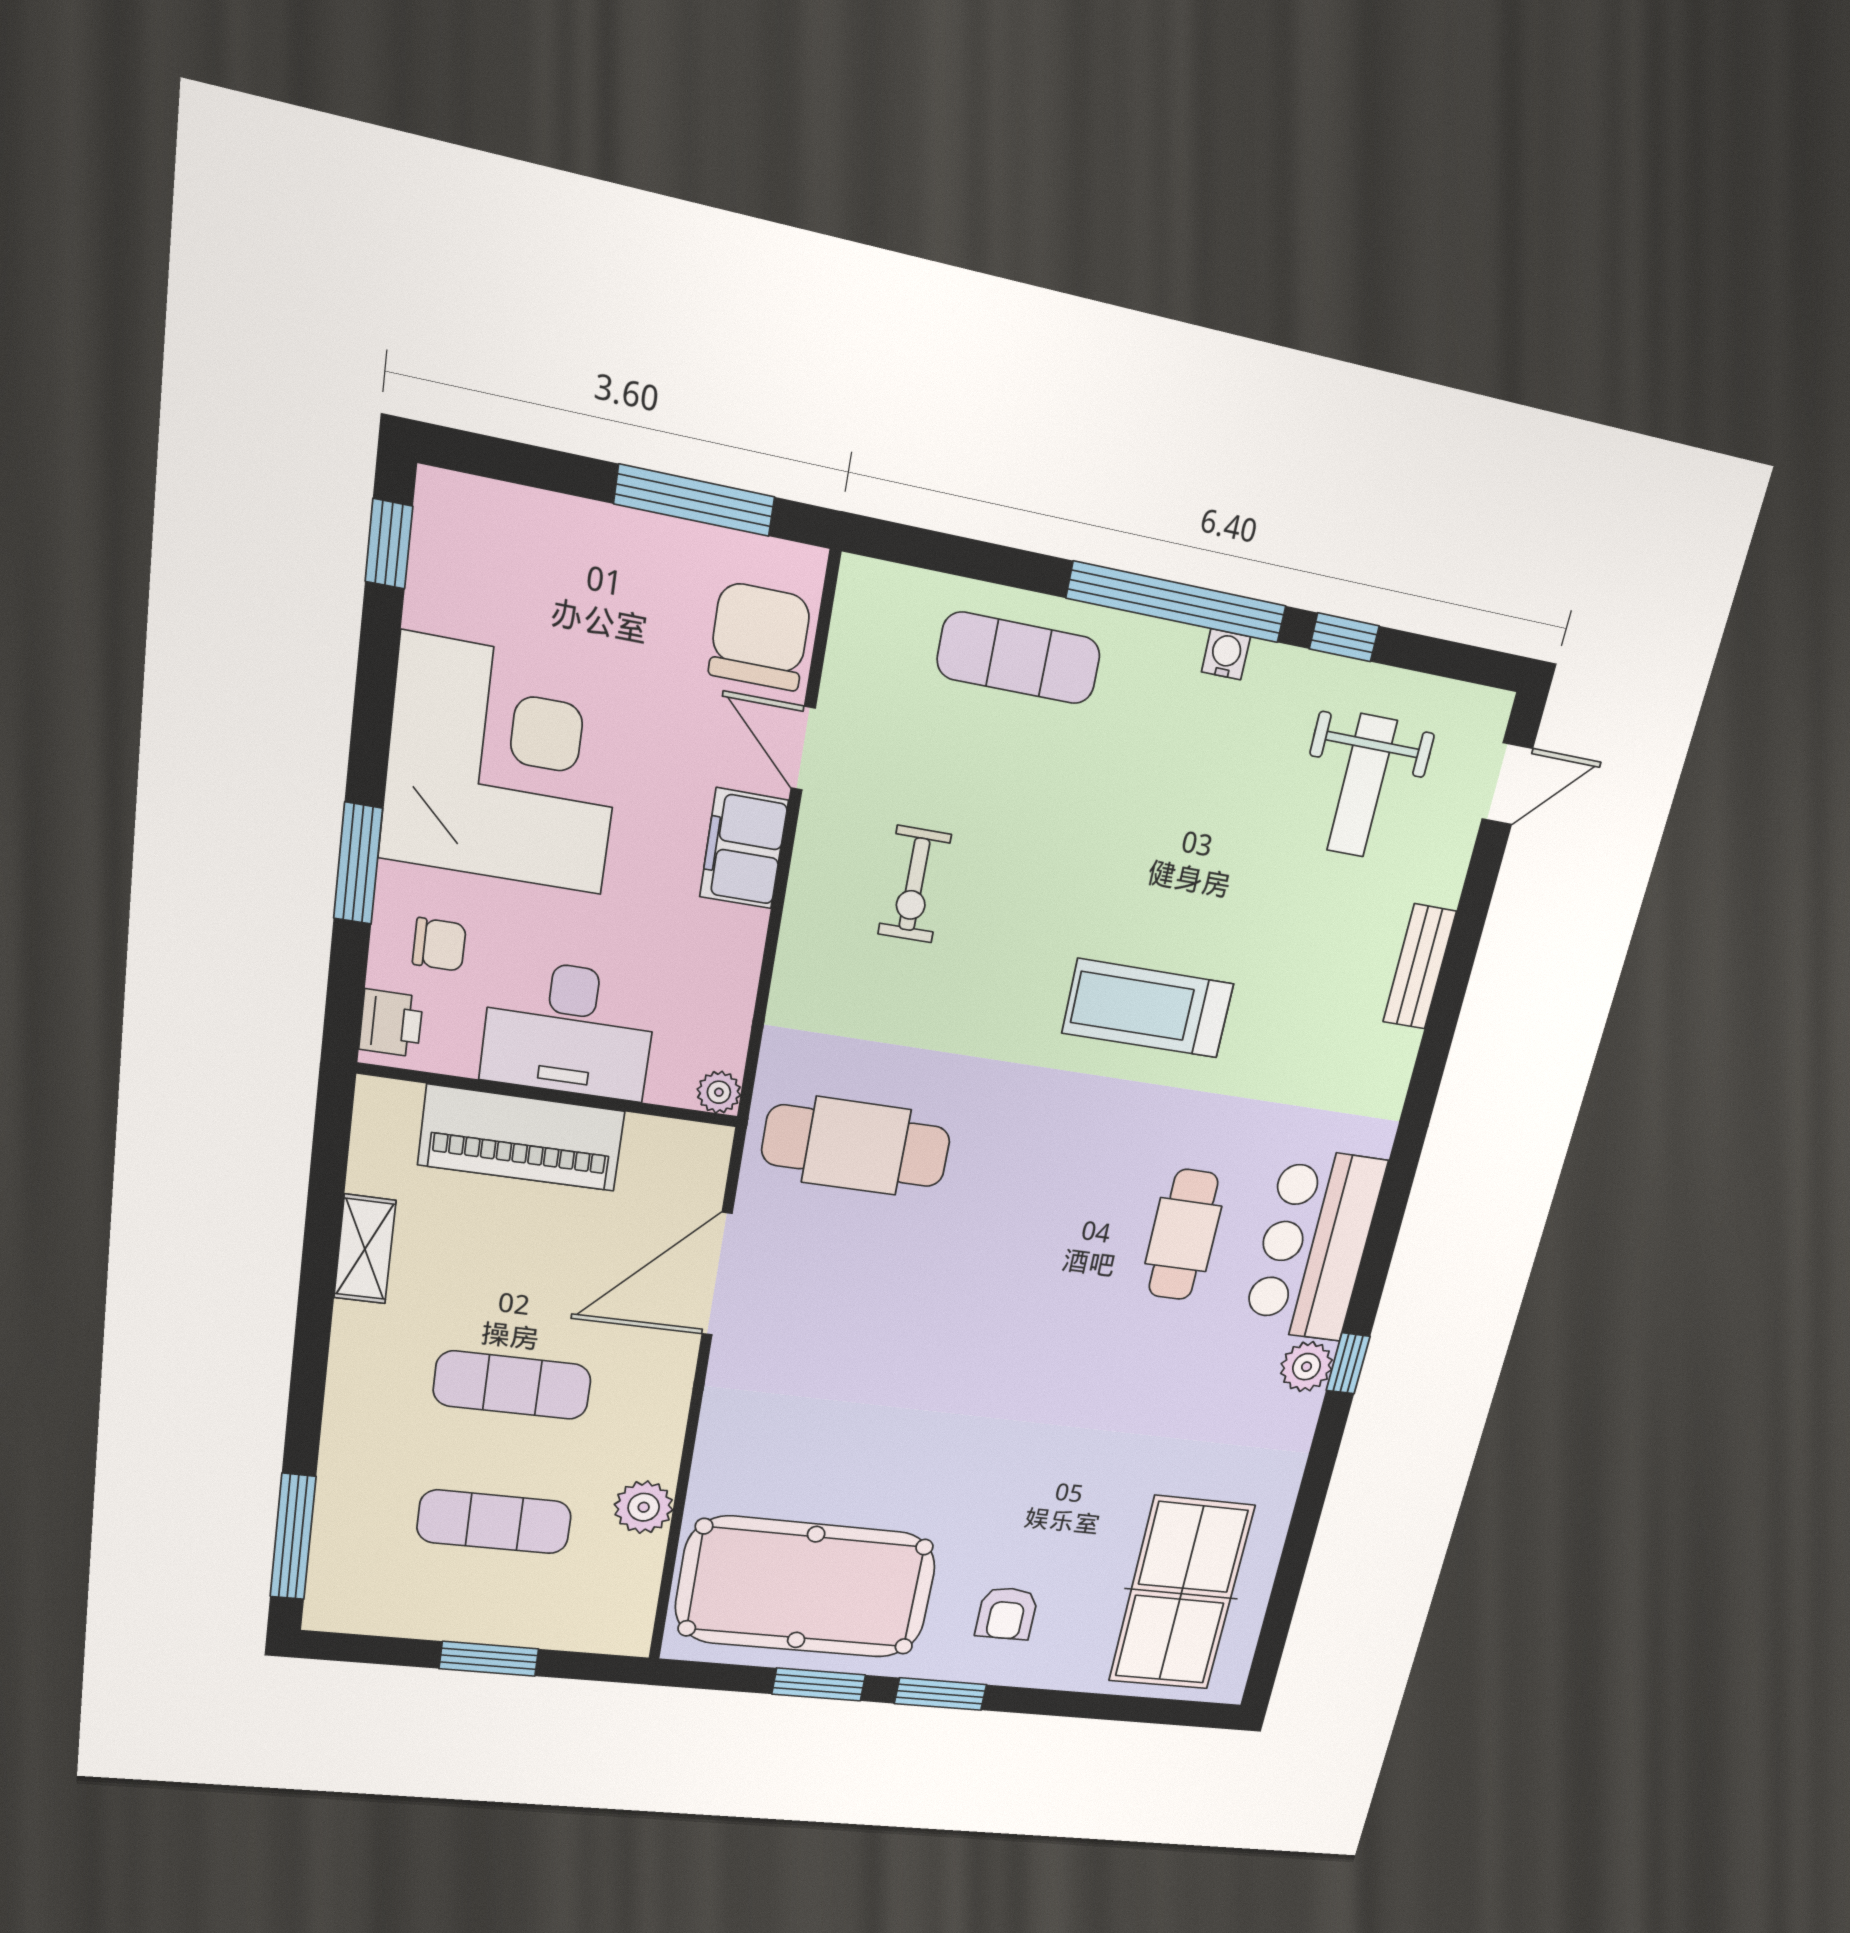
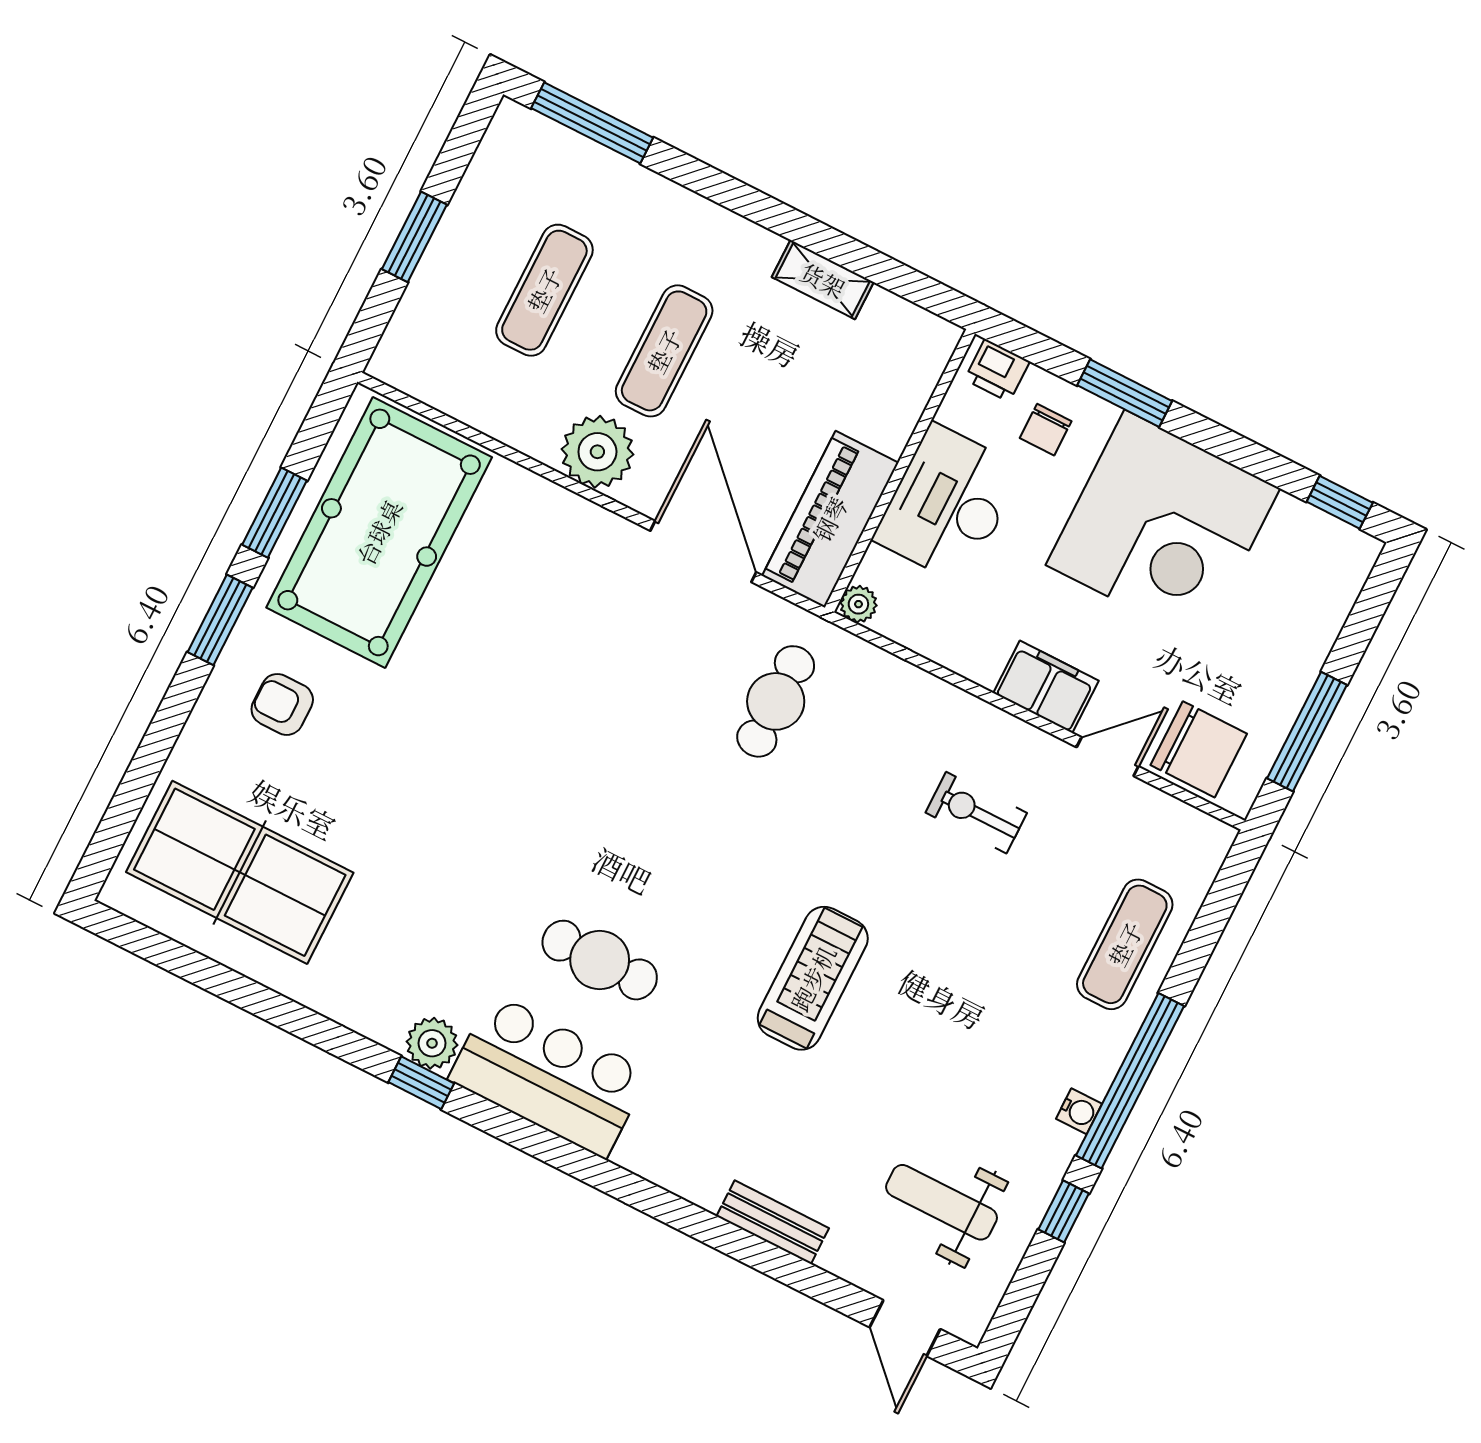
piano: (522, 1138) -> (830, 519), moved
cafe table: (856, 1146) -> (776, 701), width x0.73, depth x0.74
plant: (644, 1507) -> (597, 452), moved, width x1.36, depth x1.36

